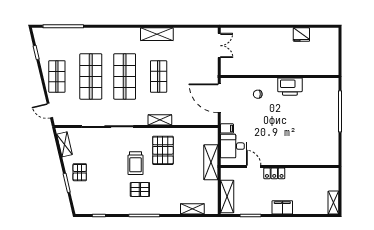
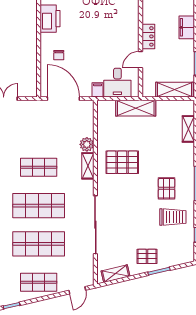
door: (219, 98) -> (63, 99), swing flipped
plant: (179, 119) -> (87, 144), added
trolley: (136, 163) -> (173, 217), moved

